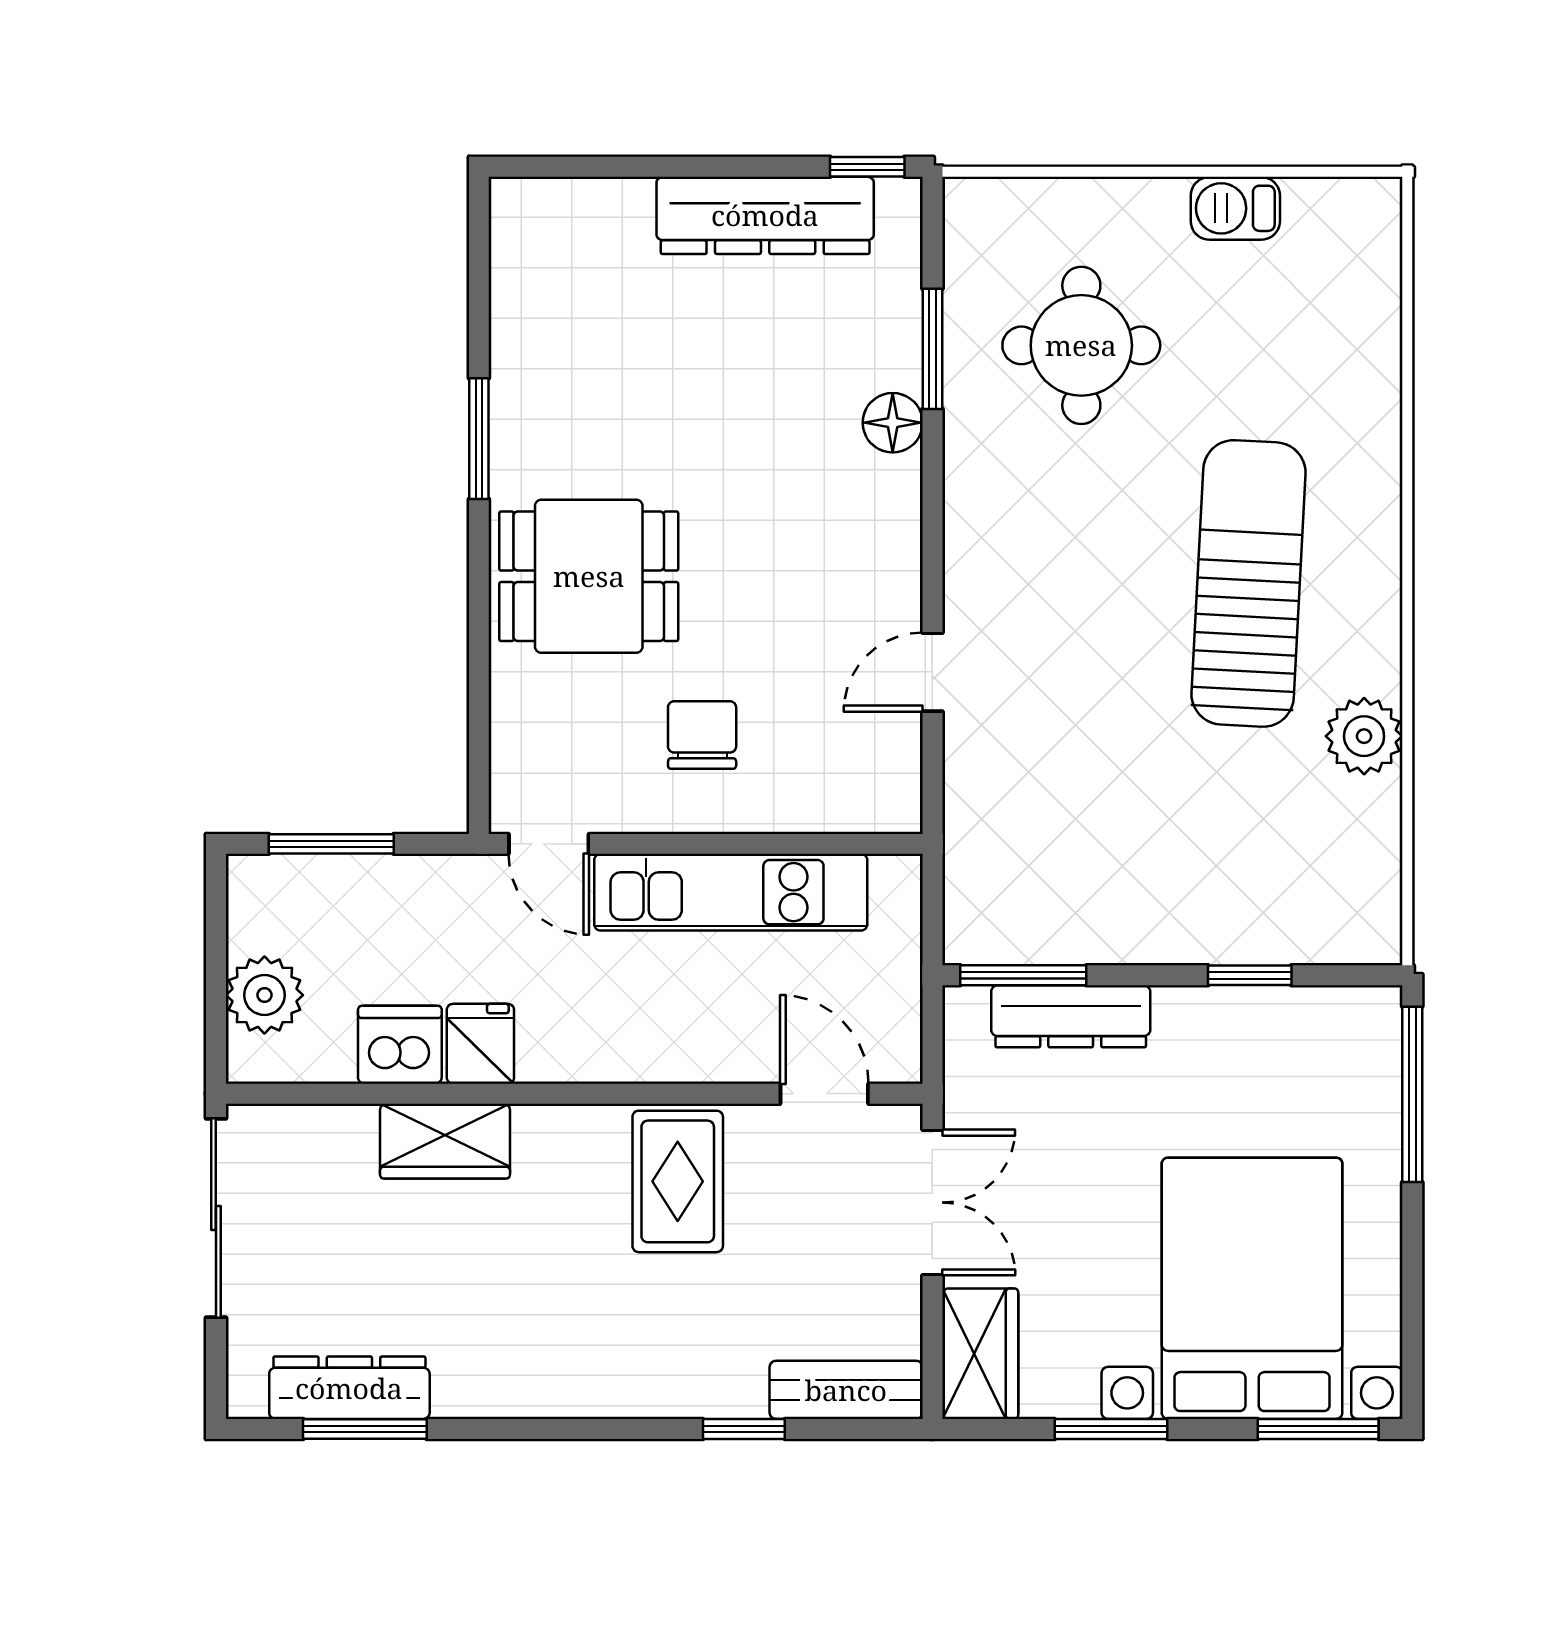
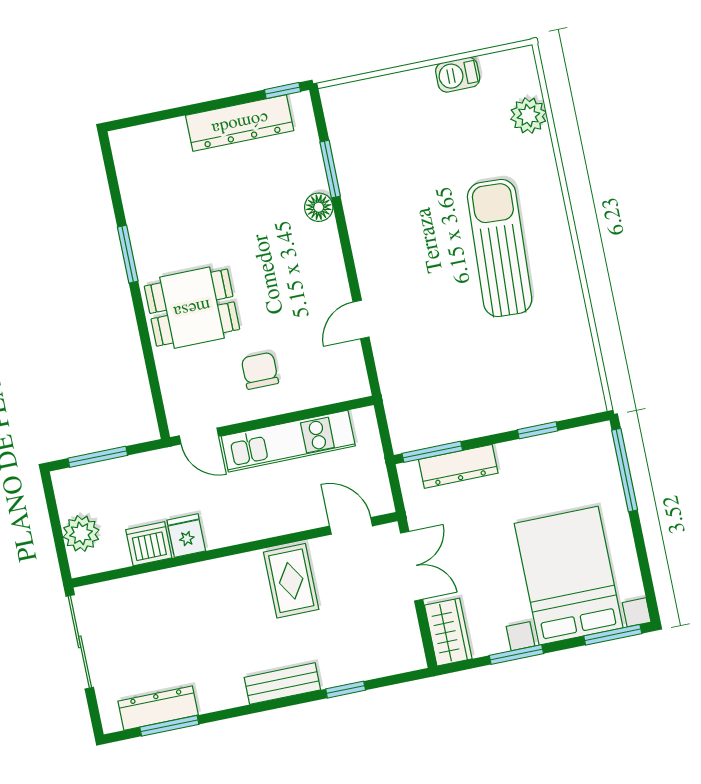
round table: (1081, 345) -> (399, 153), removed
plant: (1364, 736) -> (528, 116), moved
wardrobe: (445, 1141) -> (179, 584), removed
bench: (846, 1390) -> (282, 684), moved

